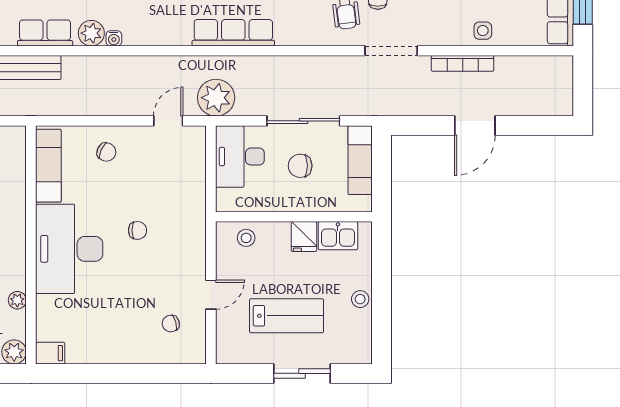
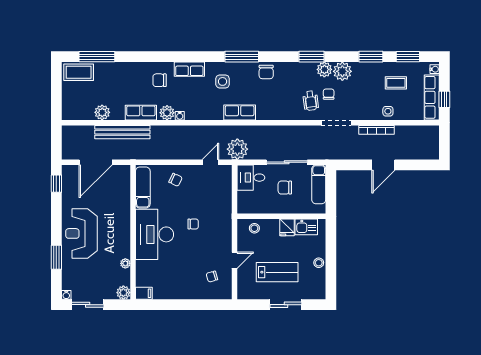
row of seats: (233, 33) -> (240, 112), width x0.68
desk: (240, 157) -> (251, 178), width x0.73

